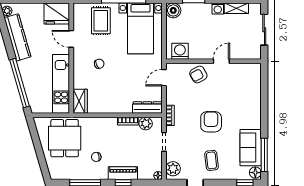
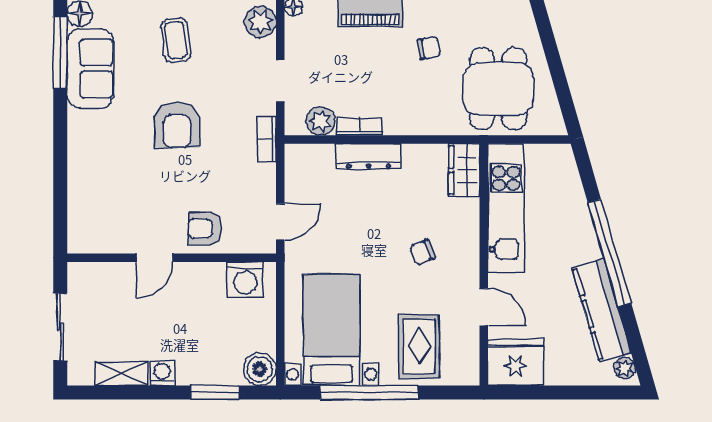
armchair: (198, 74) -> (205, 229), turned -151
window: (20, 83) -> (609, 253), moved
dresser: (147, 108) -> (369, 156), moved

